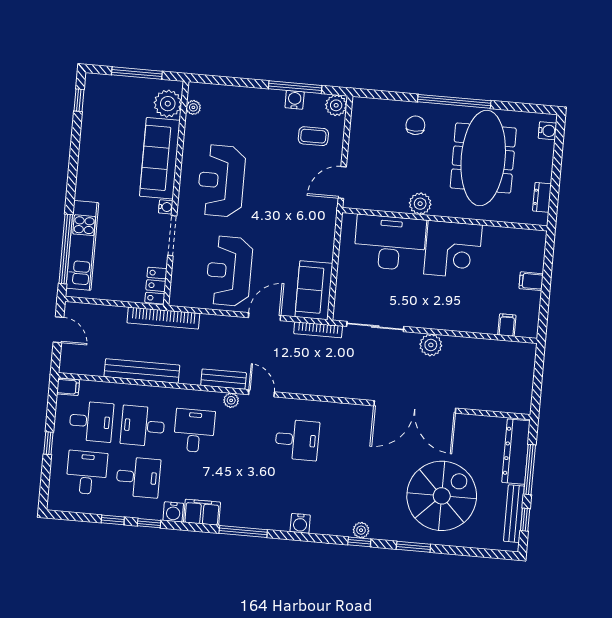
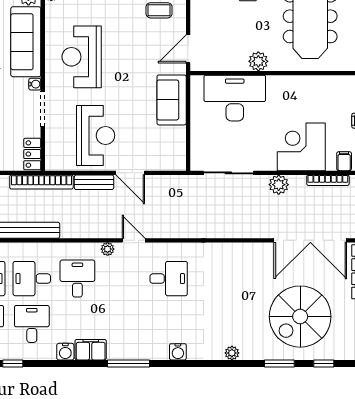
corner desk: (453, 250) -> (301, 147), moved, turned 180
reception desk: (229, 271) -> (96, 136), turned 180
sofa: (314, 290) -> (172, 100), moved
door: (265, 317) -> (130, 173), swing flipped
bookcase: (318, 330) -> (328, 180), moved
bench: (224, 379) -> (94, 182), moved
double door: (415, 407) -> (310, 240), moved
desk: (138, 477) -> (32, 324), turned -90
spiral stairs: (442, 496) -> (300, 317), turned 180
window: (149, 523) -> (45, 363), removed
window: (359, 542) -> (324, 363), moved

